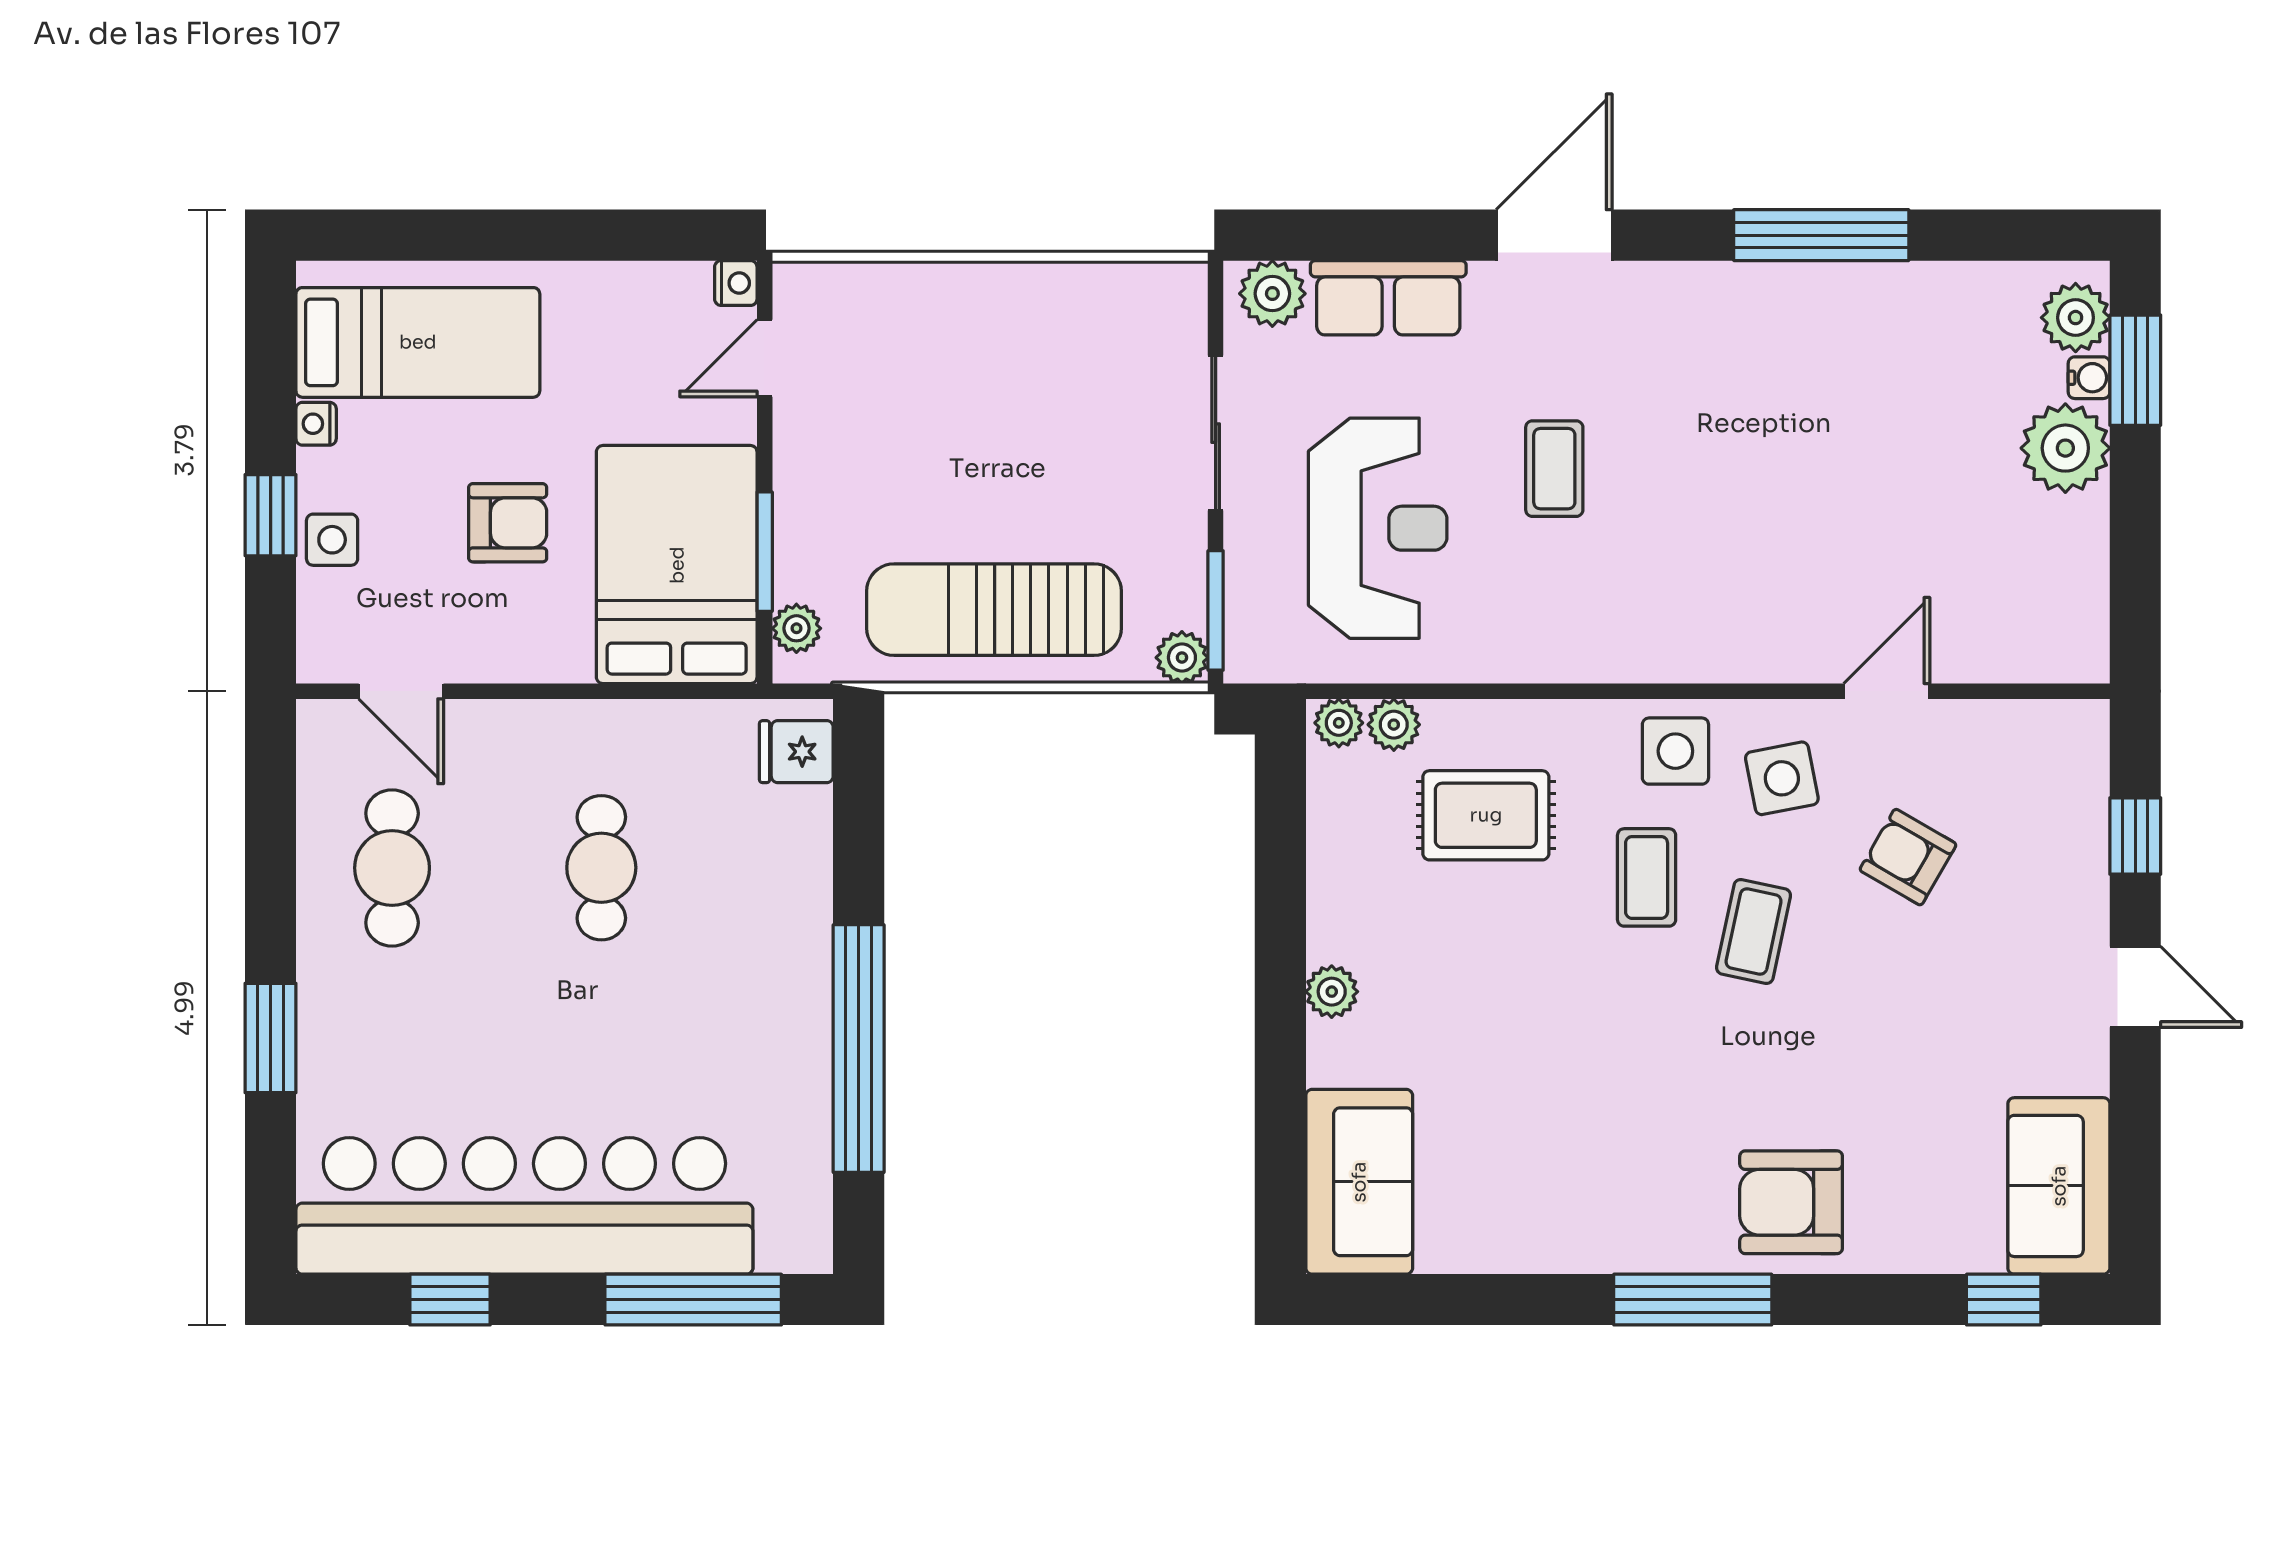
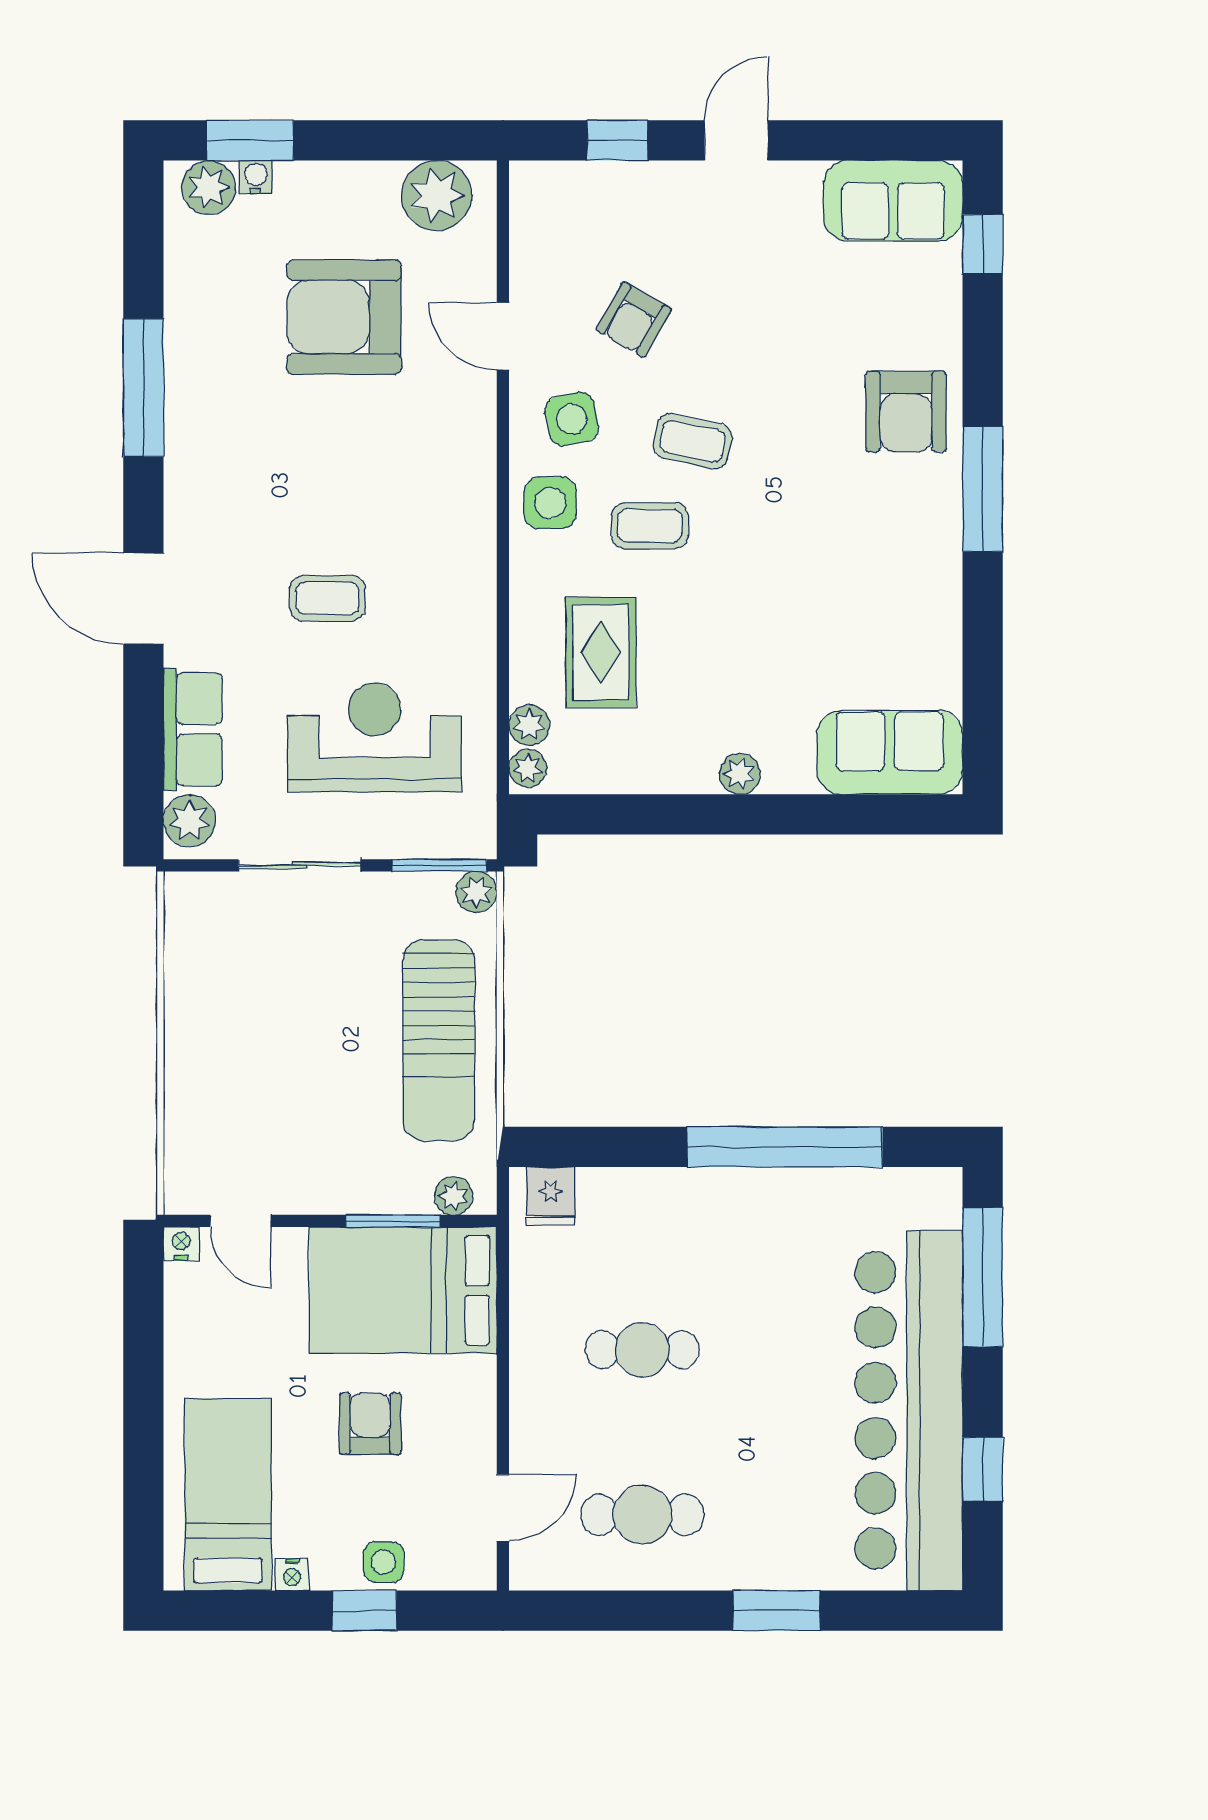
plant: (2065, 448) -> (437, 195), moved
armchair: (1911, 490) -> (344, 317), added

